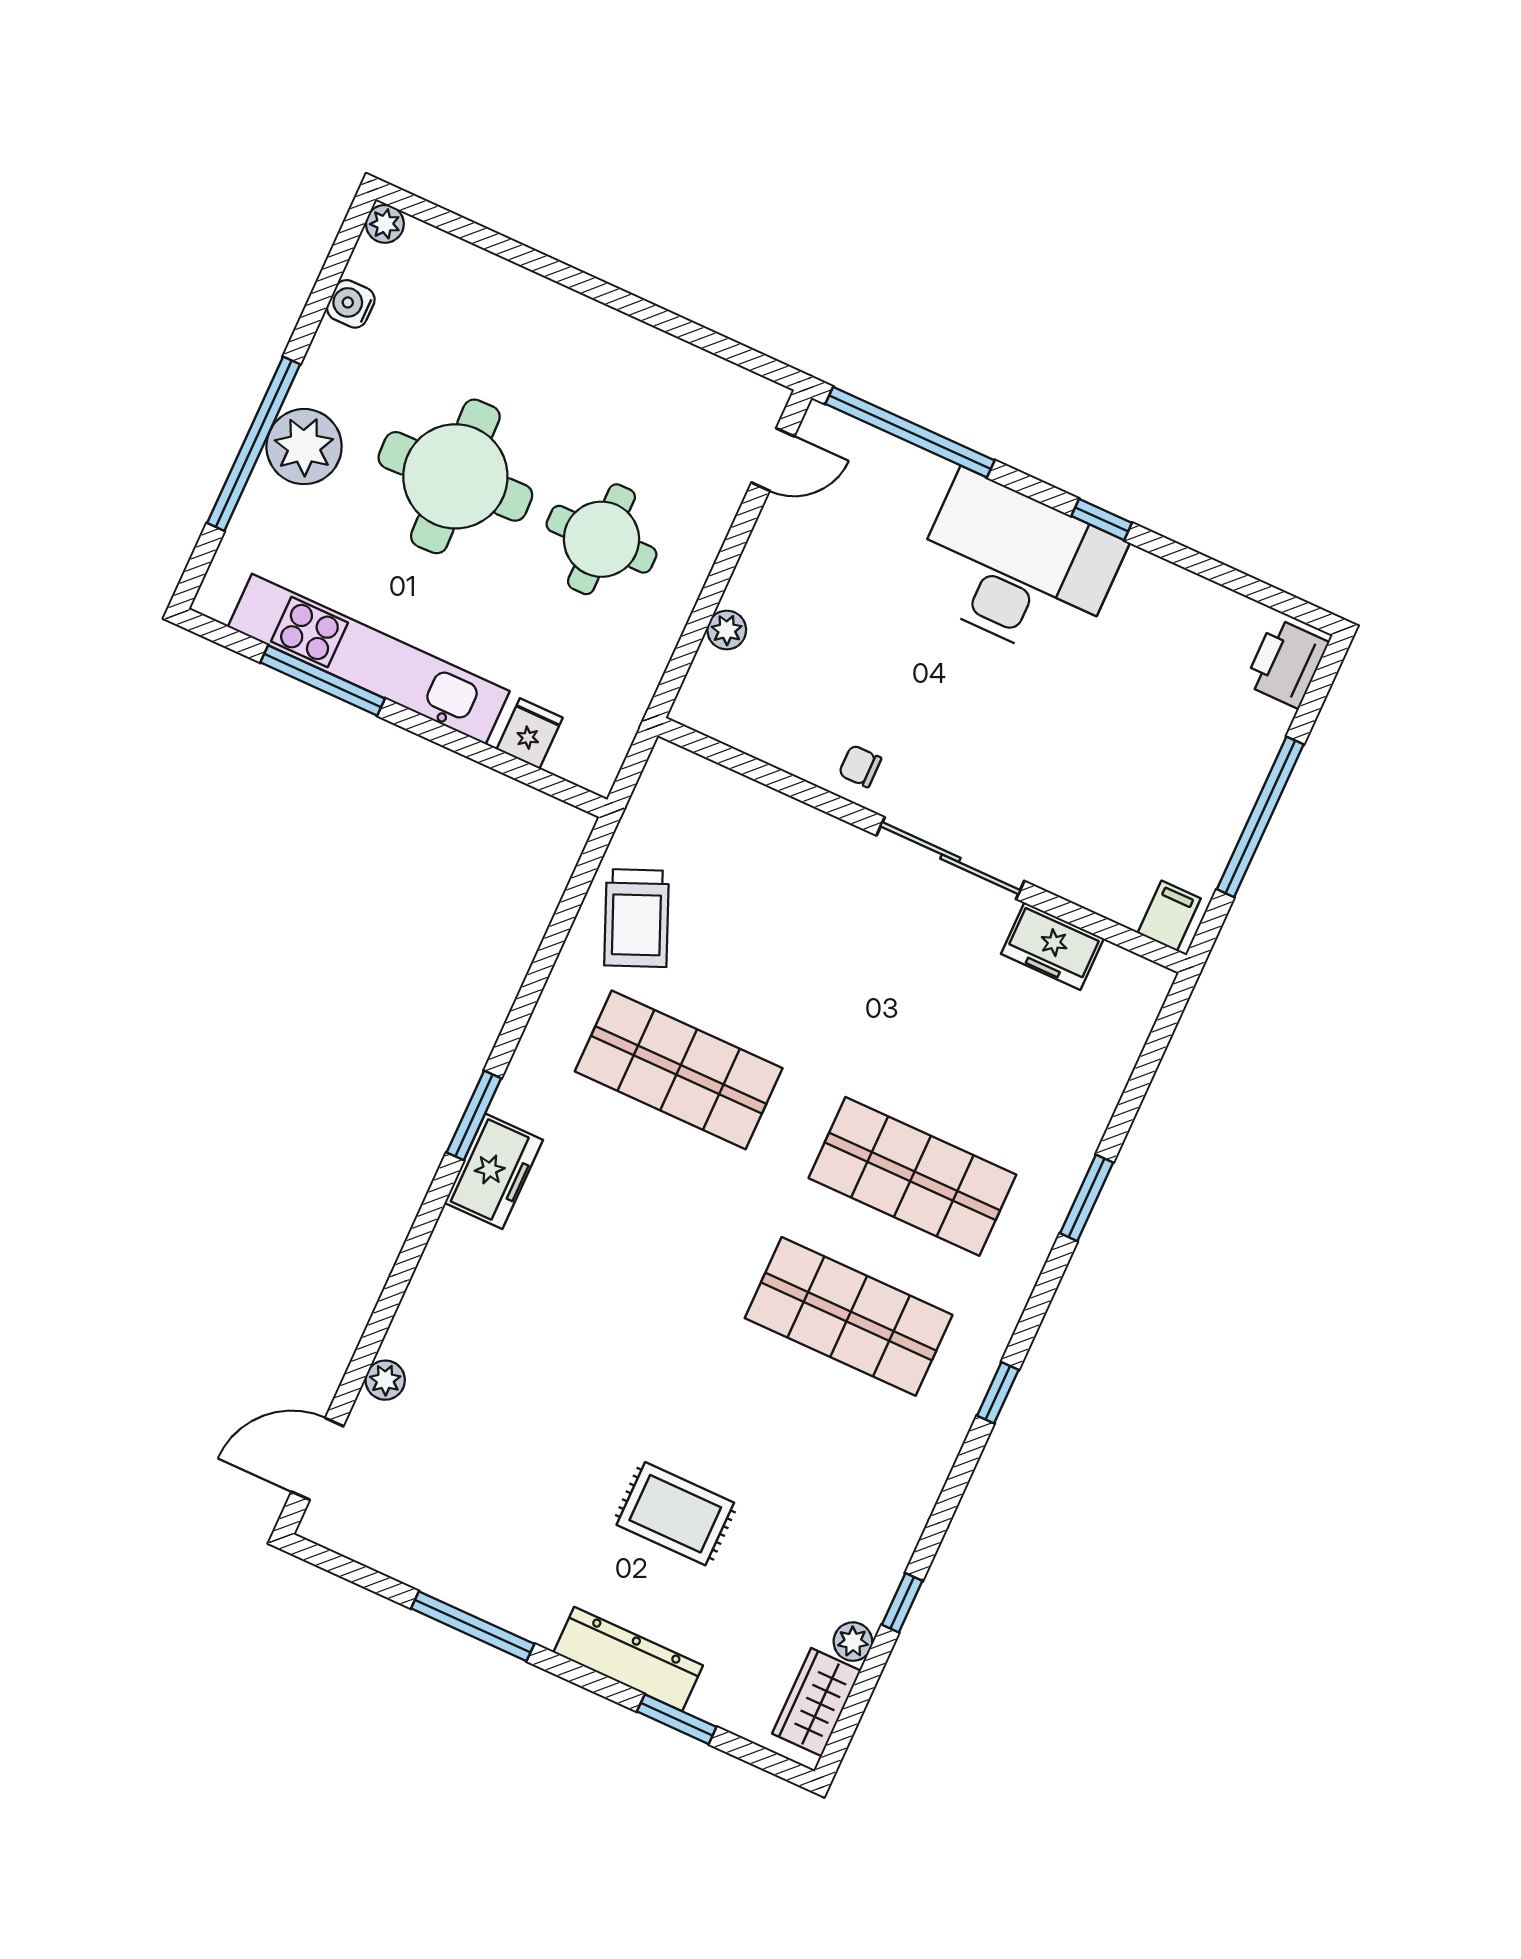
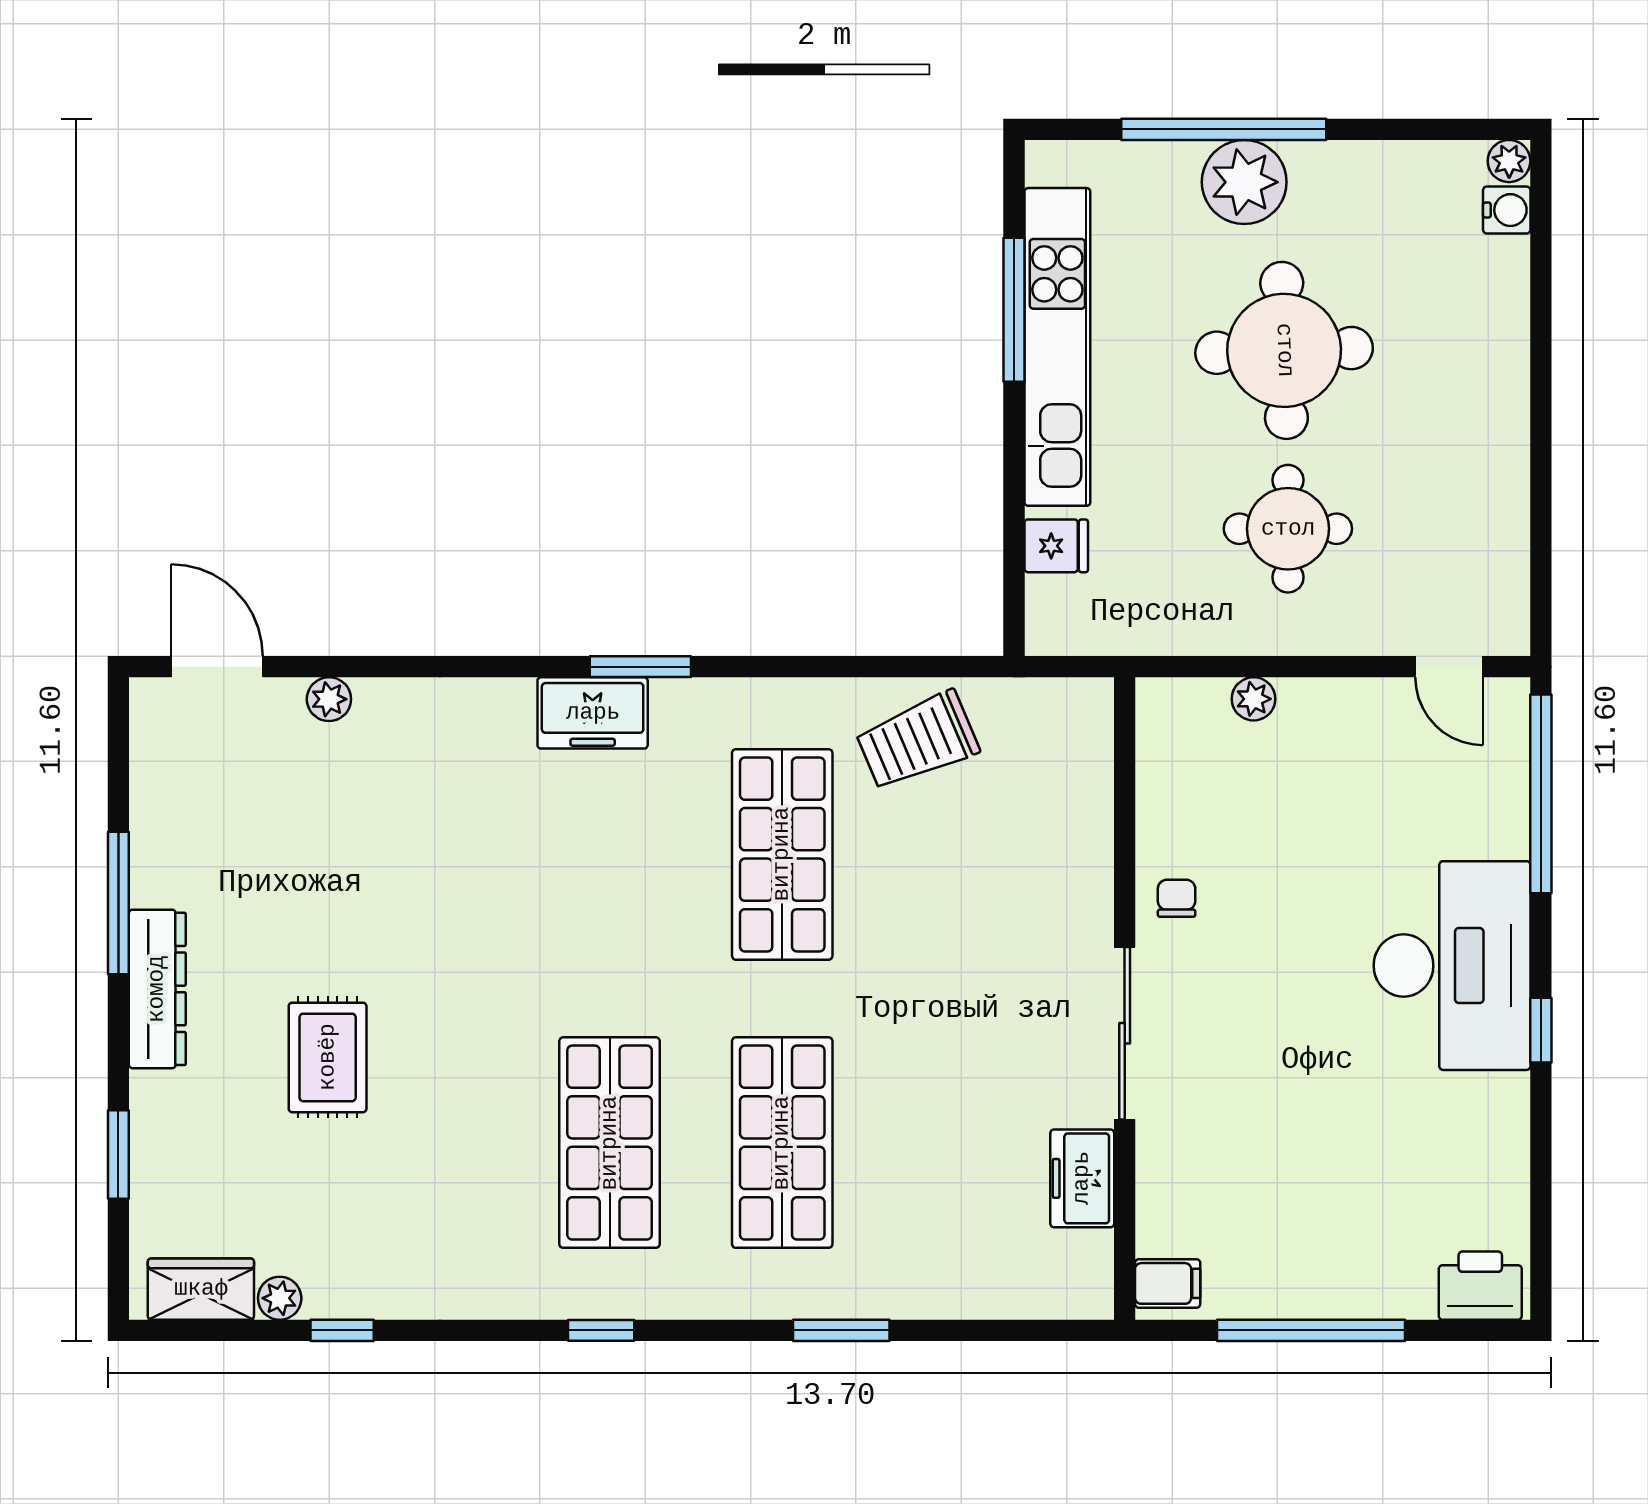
water cooler: (351, 304) -> (1507, 210), moved, turned 90
dresser: (628, 1659) -> (157, 989), moved

